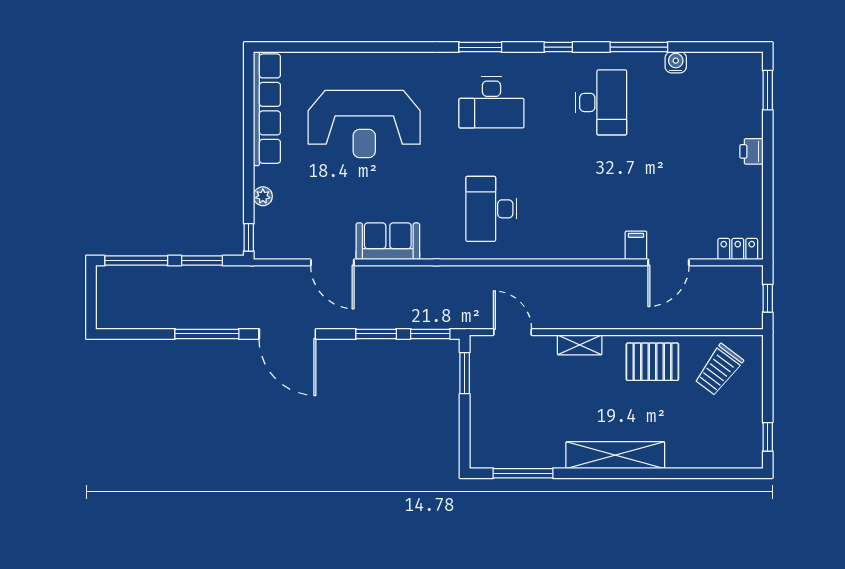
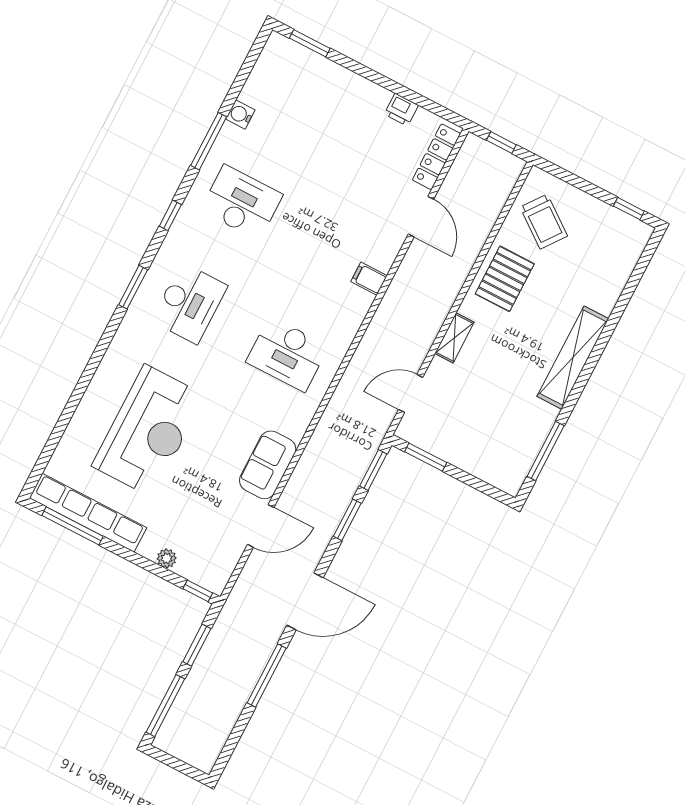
window: (249, 101) -> (72, 526), added
printer: (751, 151) -> (401, 110), moved
filing cabinet: (636, 245) -> (369, 279), moved
locker: (738, 249) -> (436, 157), width x1.53

